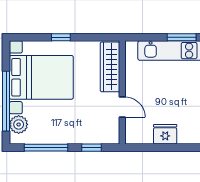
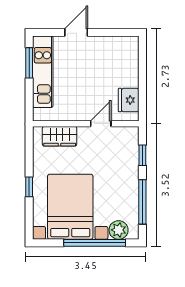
wardrobe: (110, 67) -> (60, 136), width x0.67
fridge: (165, 134) -> (129, 100), moved

